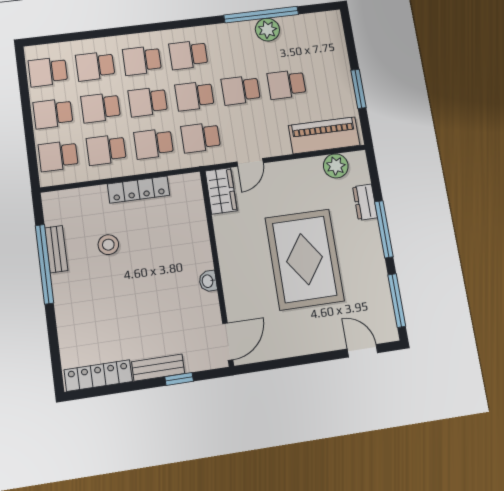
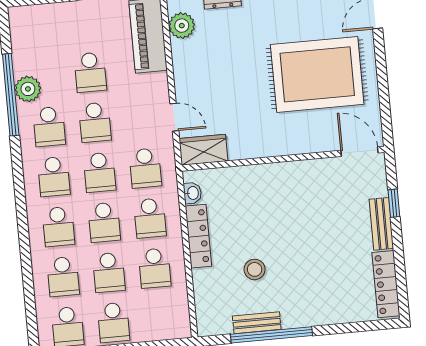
school desk: (58, 156) -> (49, 127), moved
rug: (305, 259) -> (317, 74), moved
washbasin: (208, 281) -> (192, 193), moved, turned -90

